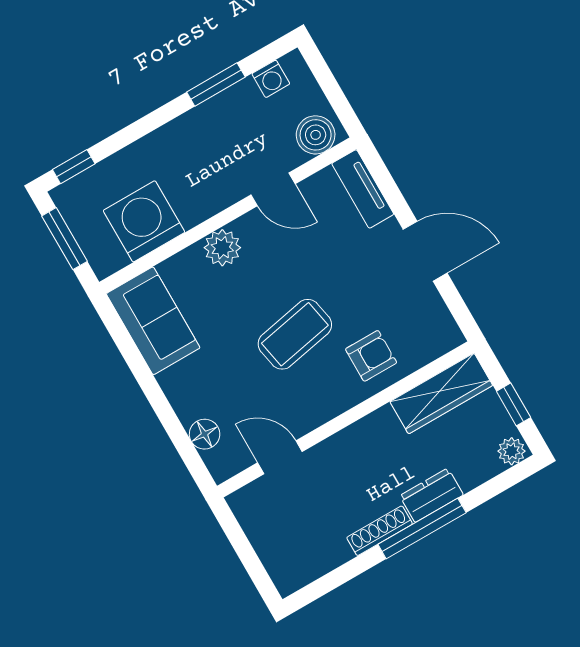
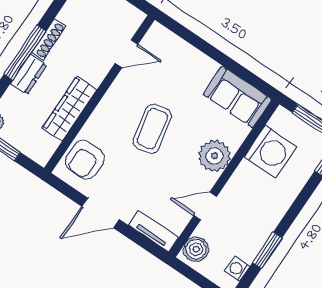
plant: (222, 248) -> (215, 156), width x1.36, depth x1.36
armchair: (371, 356) -> (85, 160), moved, width x1.38, depth x1.38
wardrobe: (441, 394) -> (70, 109), moved
floor lamp: (205, 434) -> (176, 46), removed

